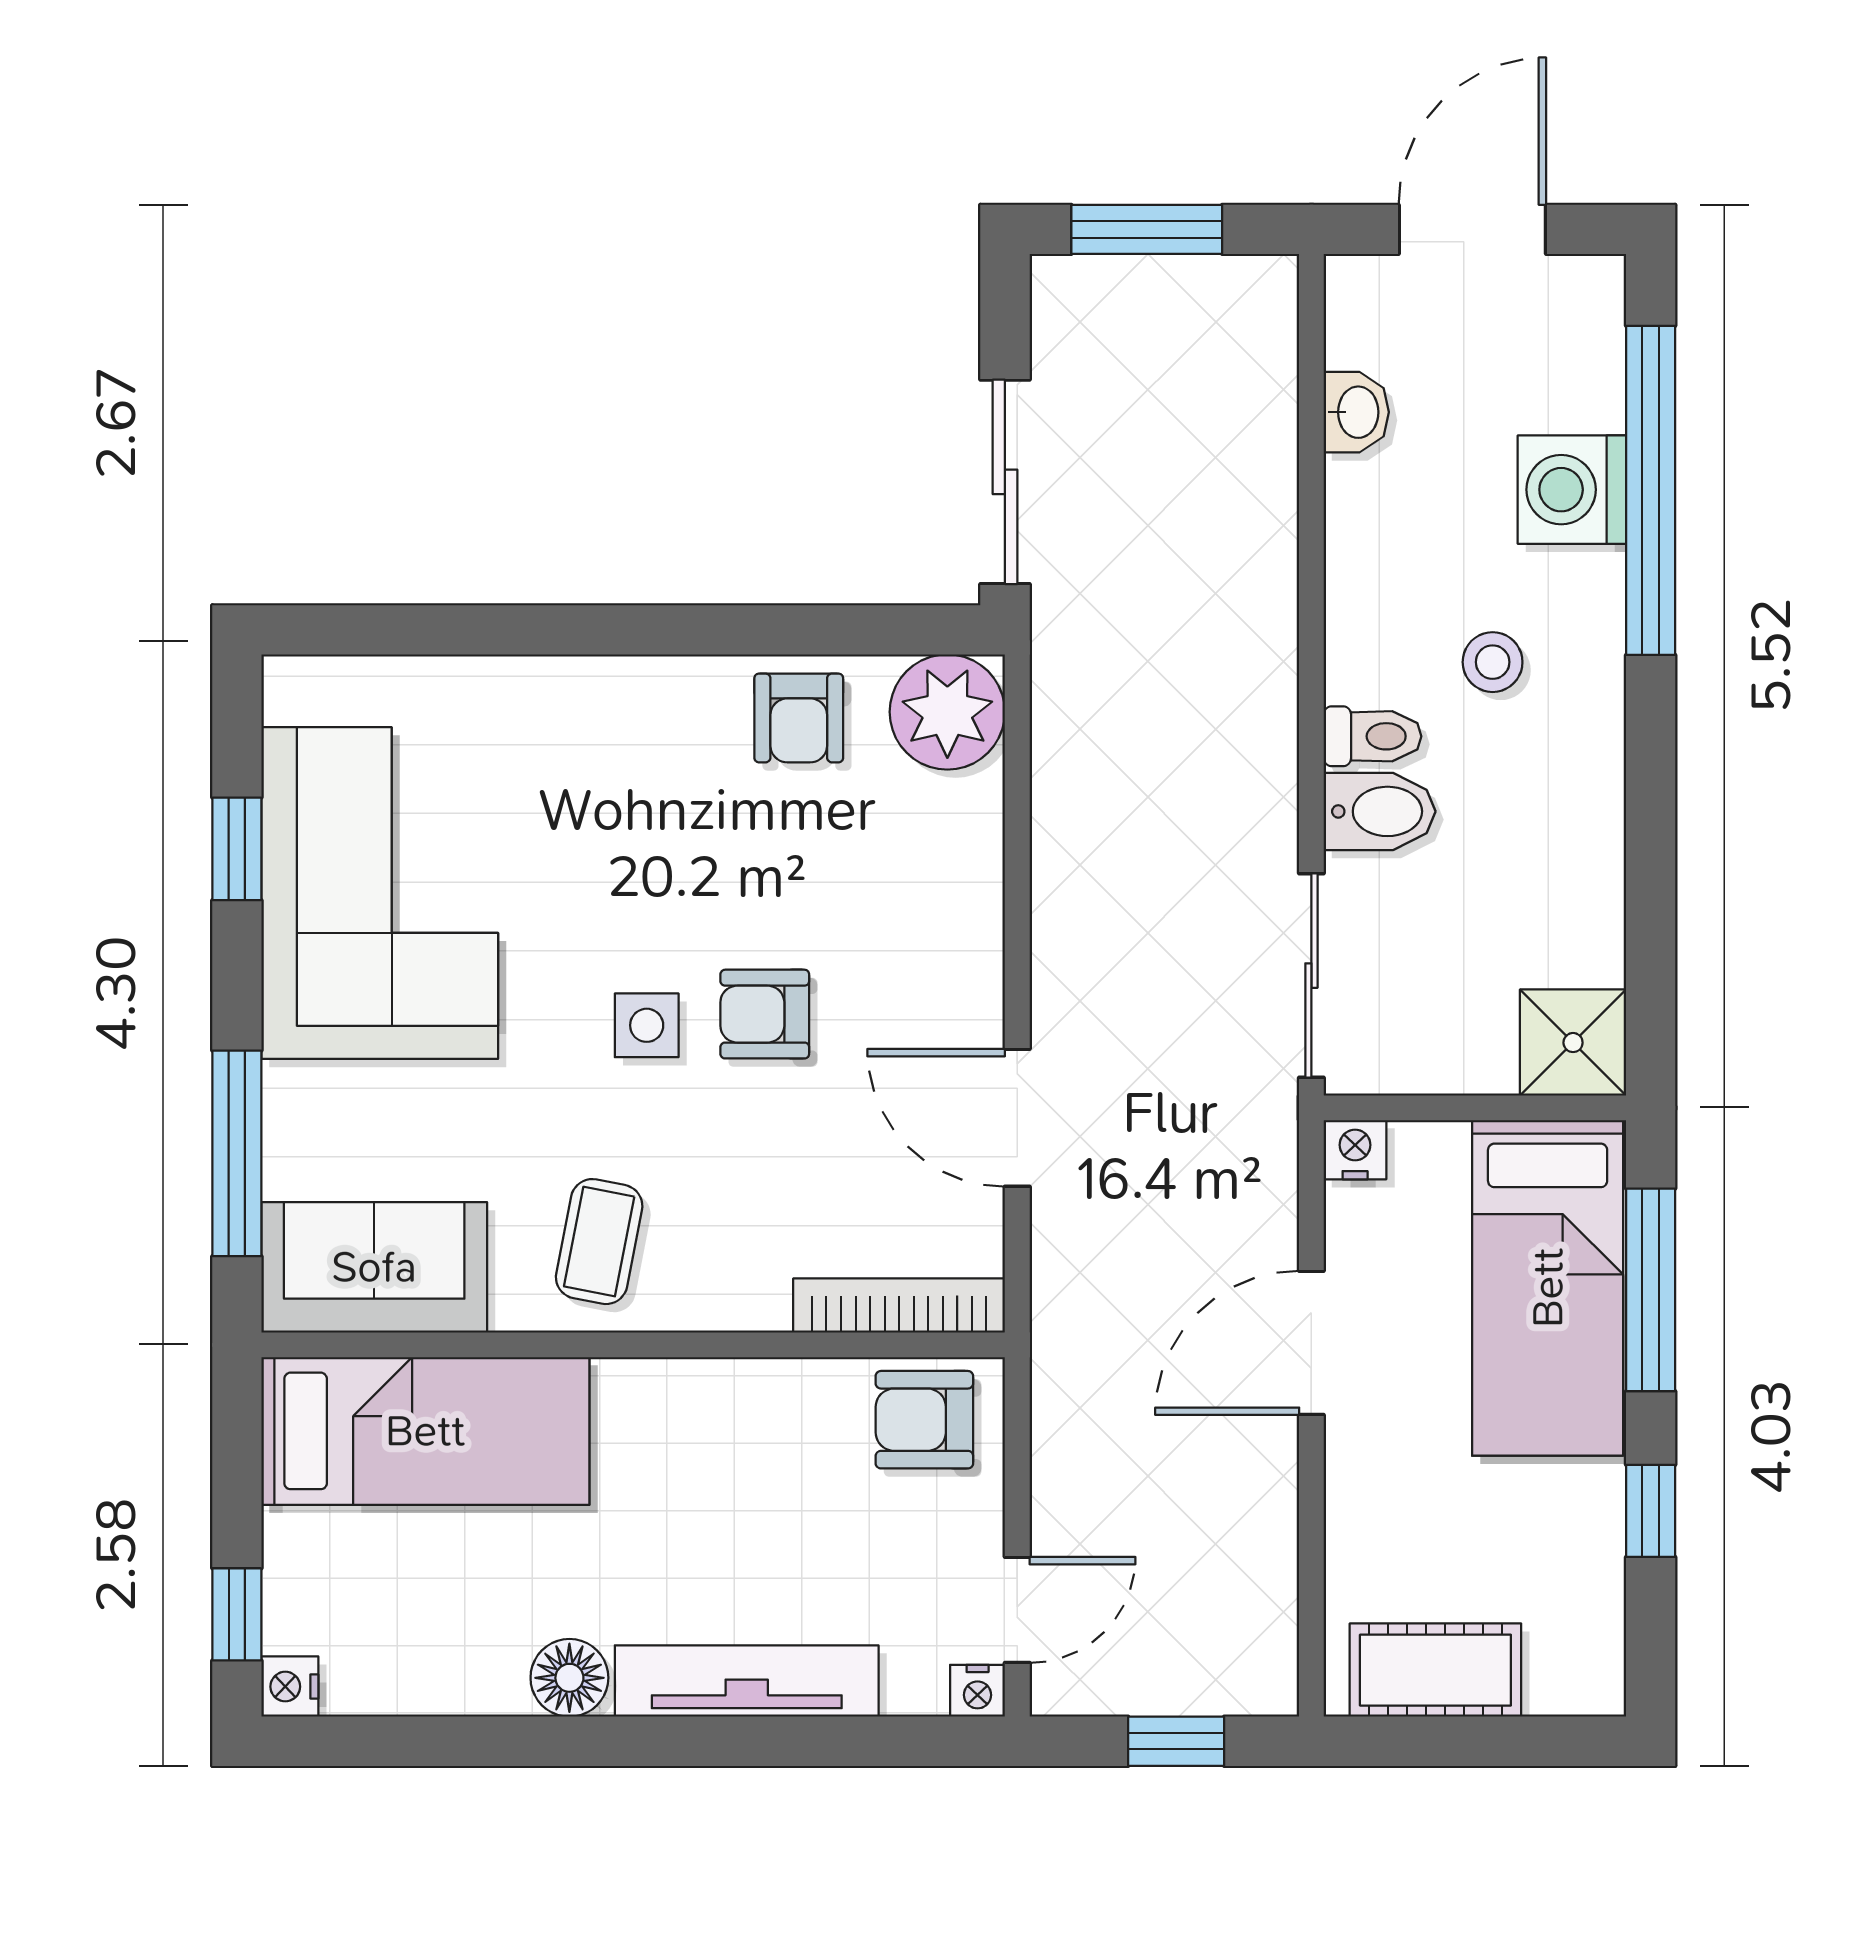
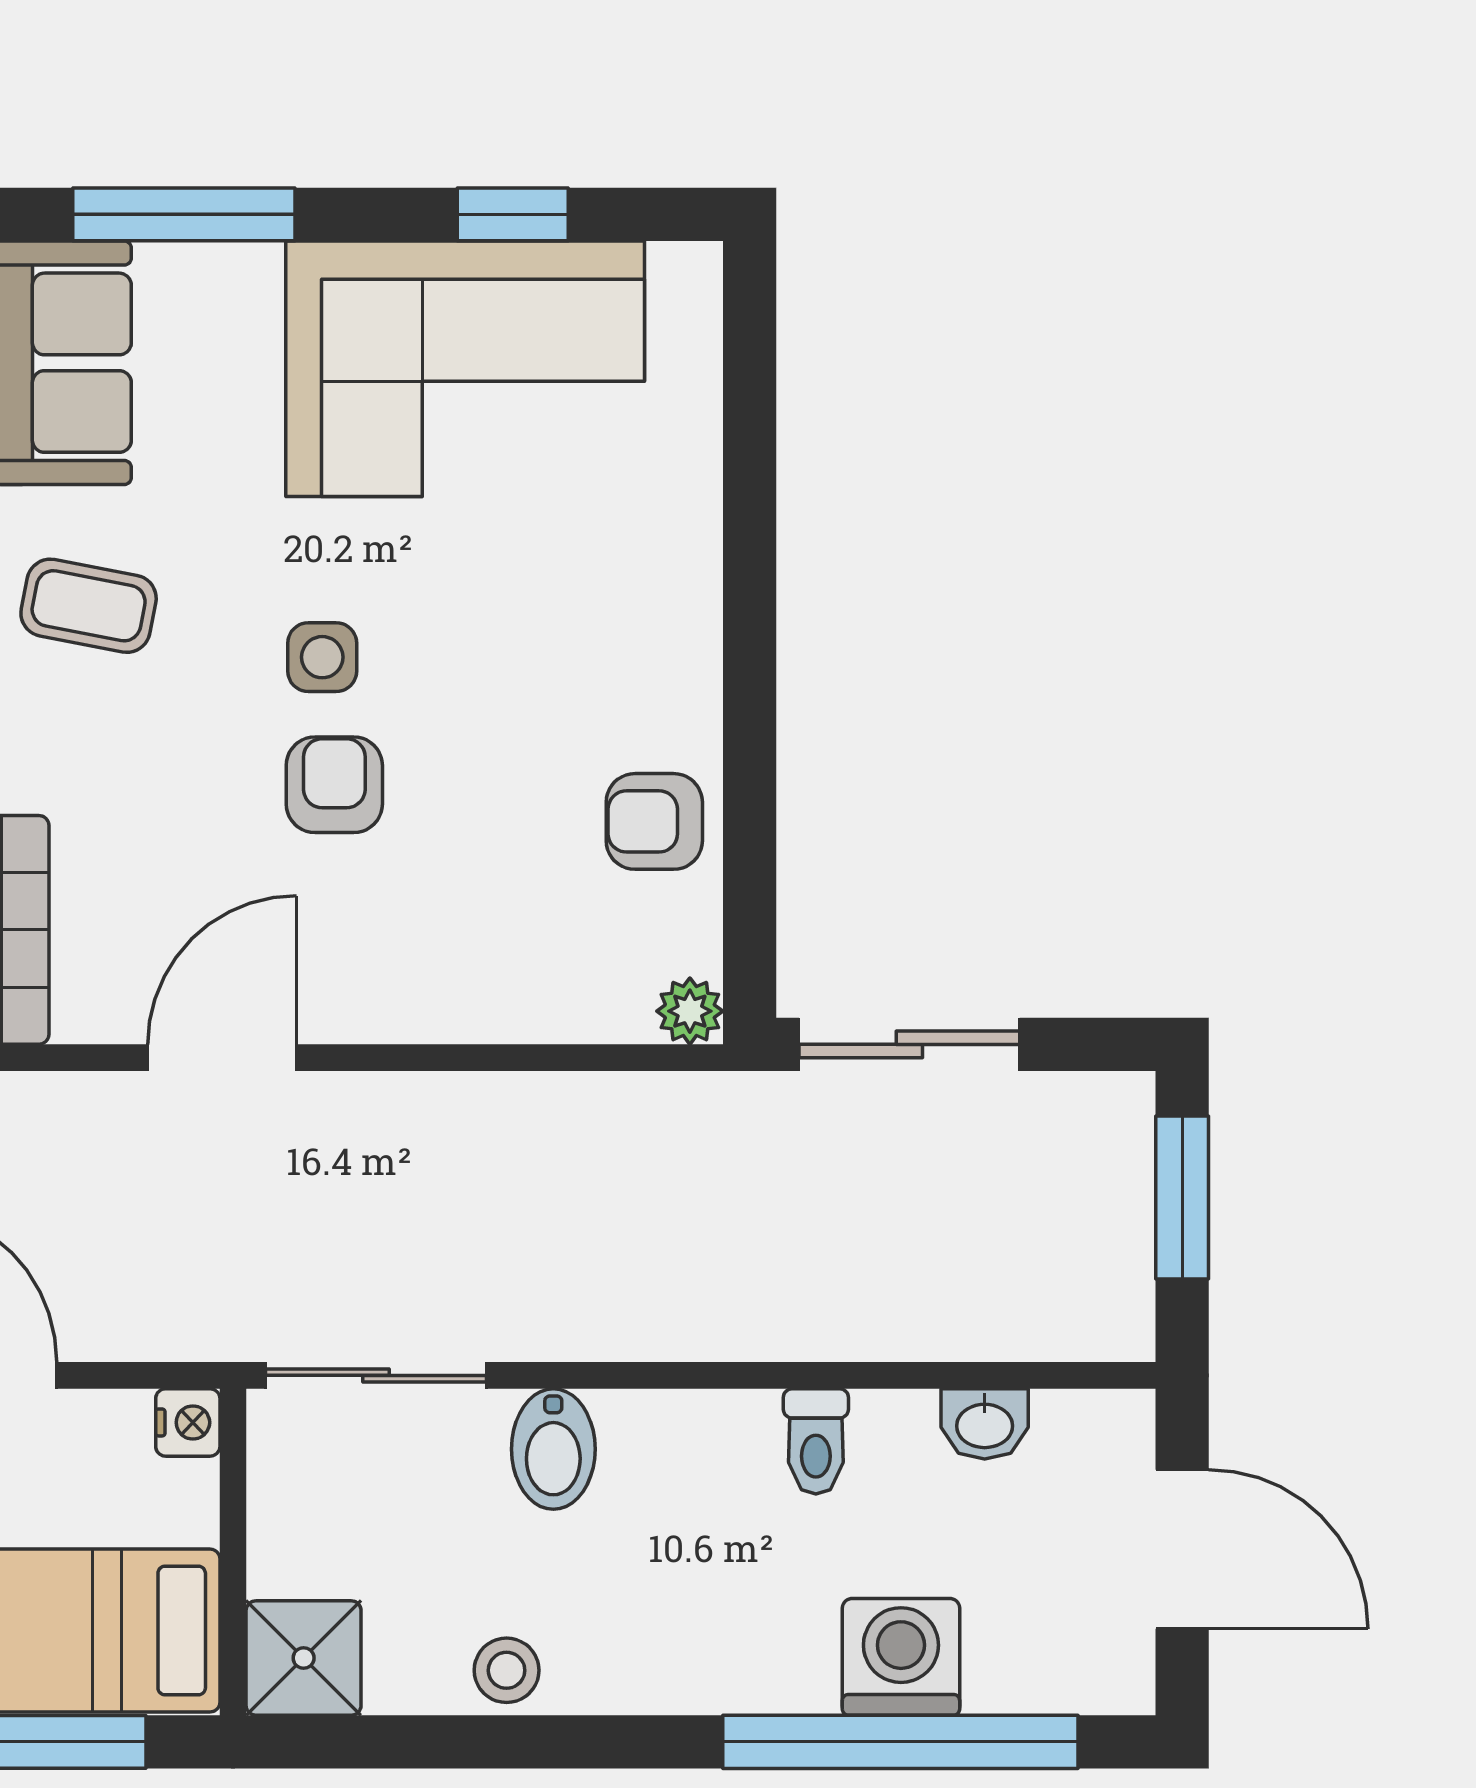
stool: (1493, 662) -> (507, 1670), moved
plant: (947, 712) -> (690, 1011), width x0.53, depth x0.53
toilet: (1373, 736) -> (816, 1441), moved

